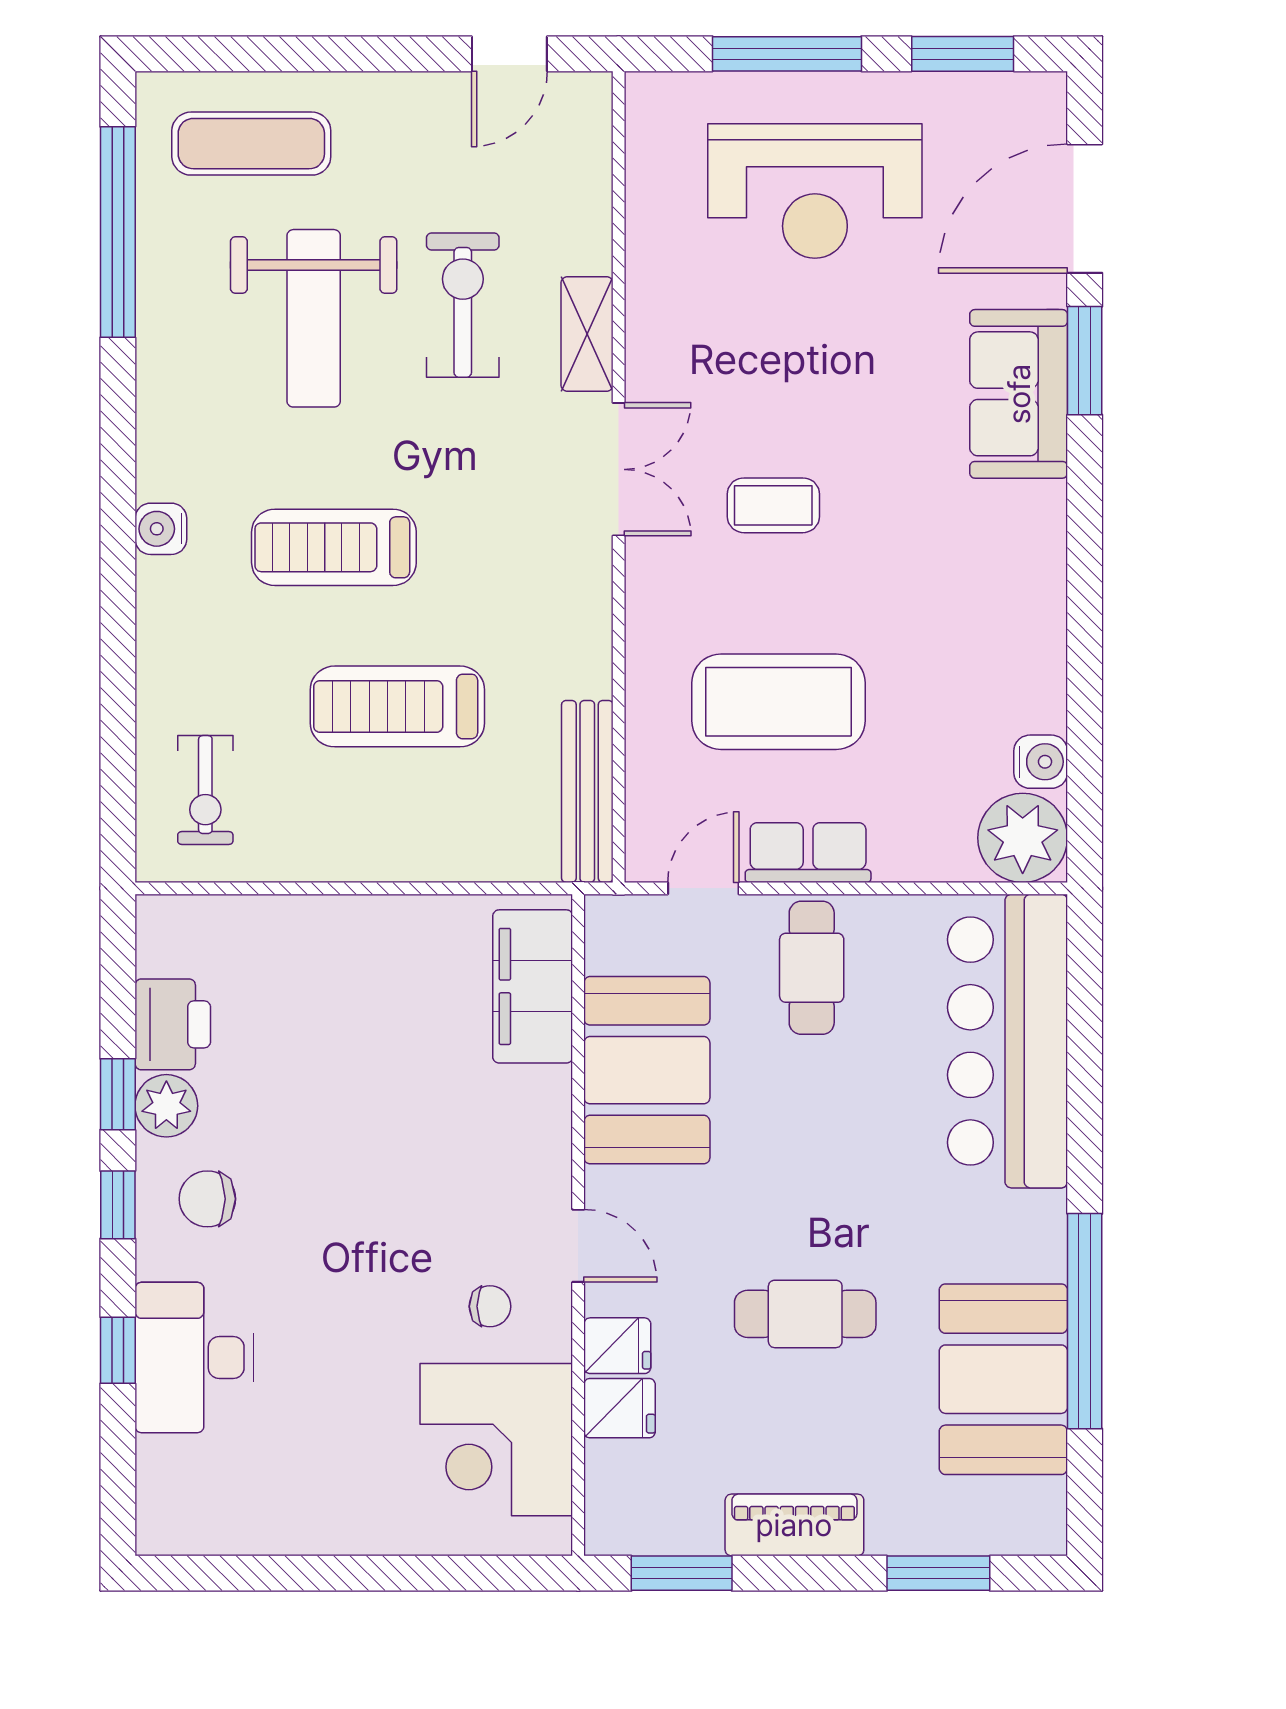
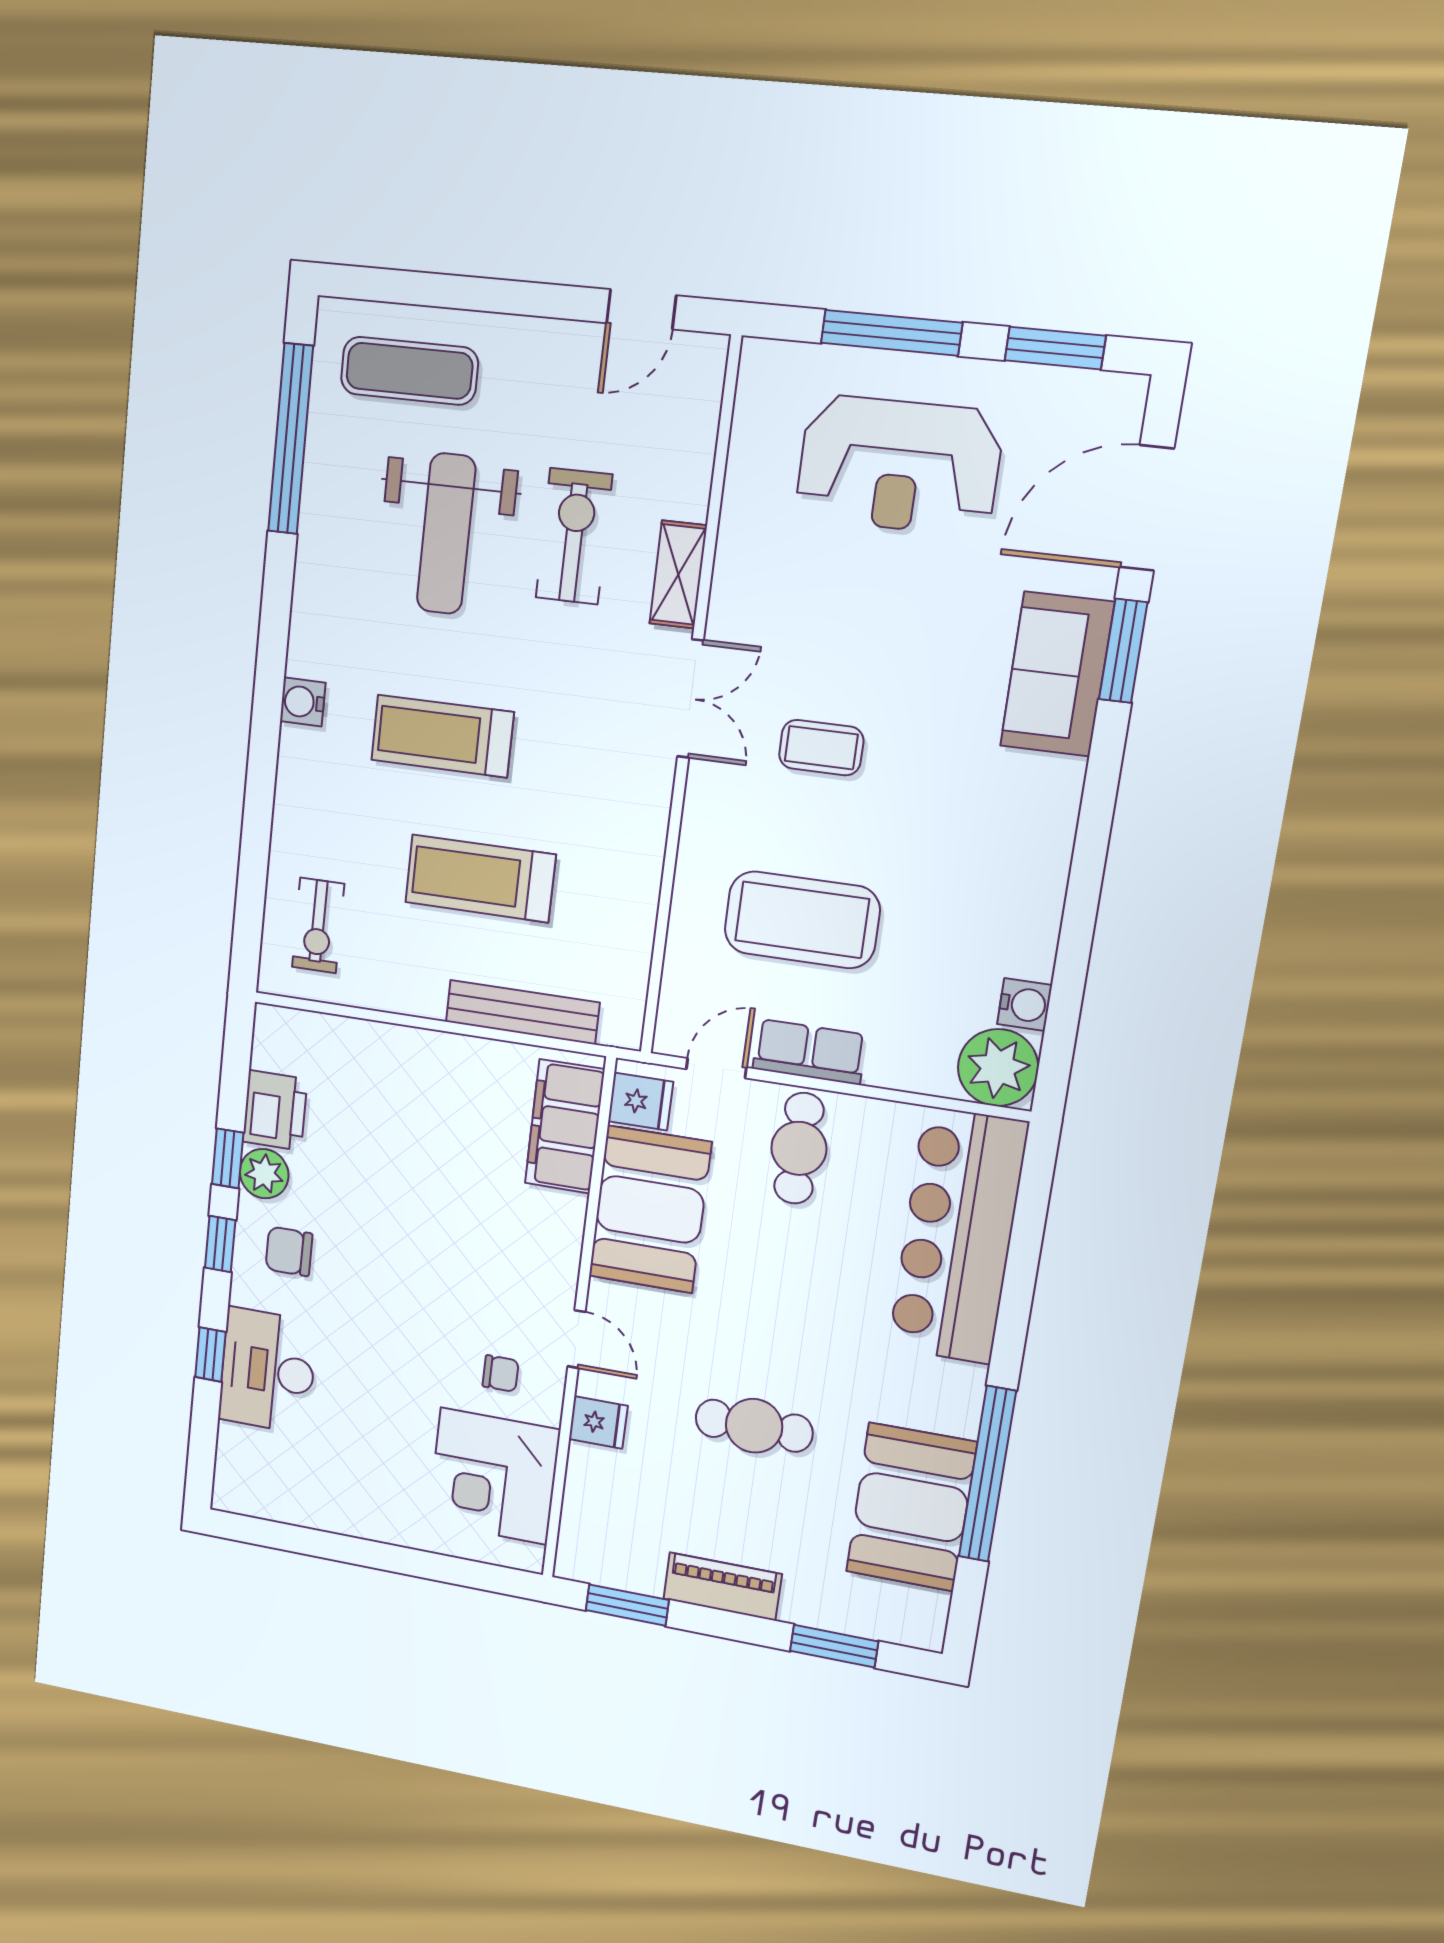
bench: (587, 791) -> (522, 1012), moved, turned 90
fridge: (620, 1408) -> (641, 1102), moved

